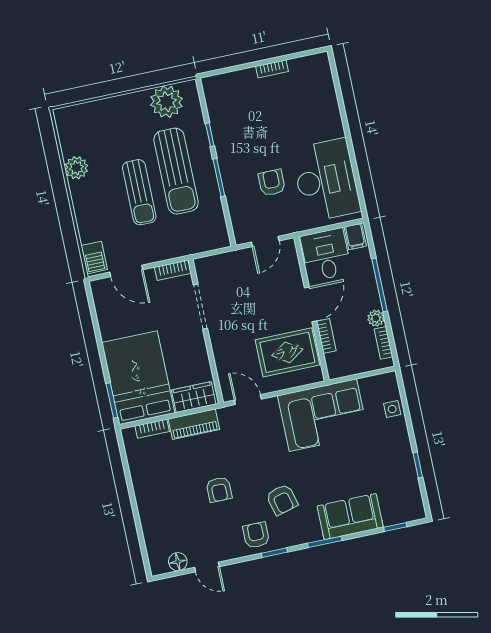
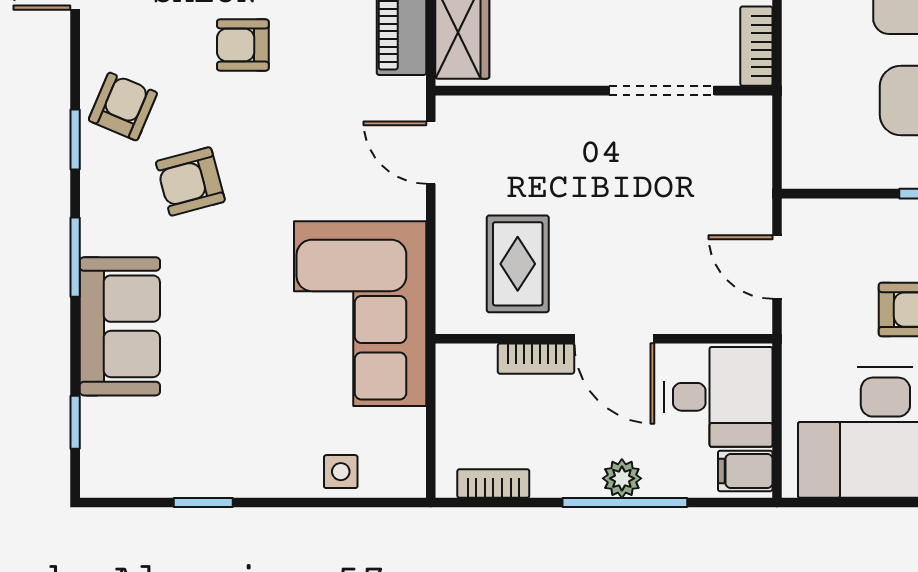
plant: (376, 318) -> (622, 478), moved
rug: (287, 352) -> (518, 264), width x0.73, depth x0.70
door: (248, 400) -> (431, 153), swing flipped
armchair: (256, 535) -> (123, 107), turned -67

